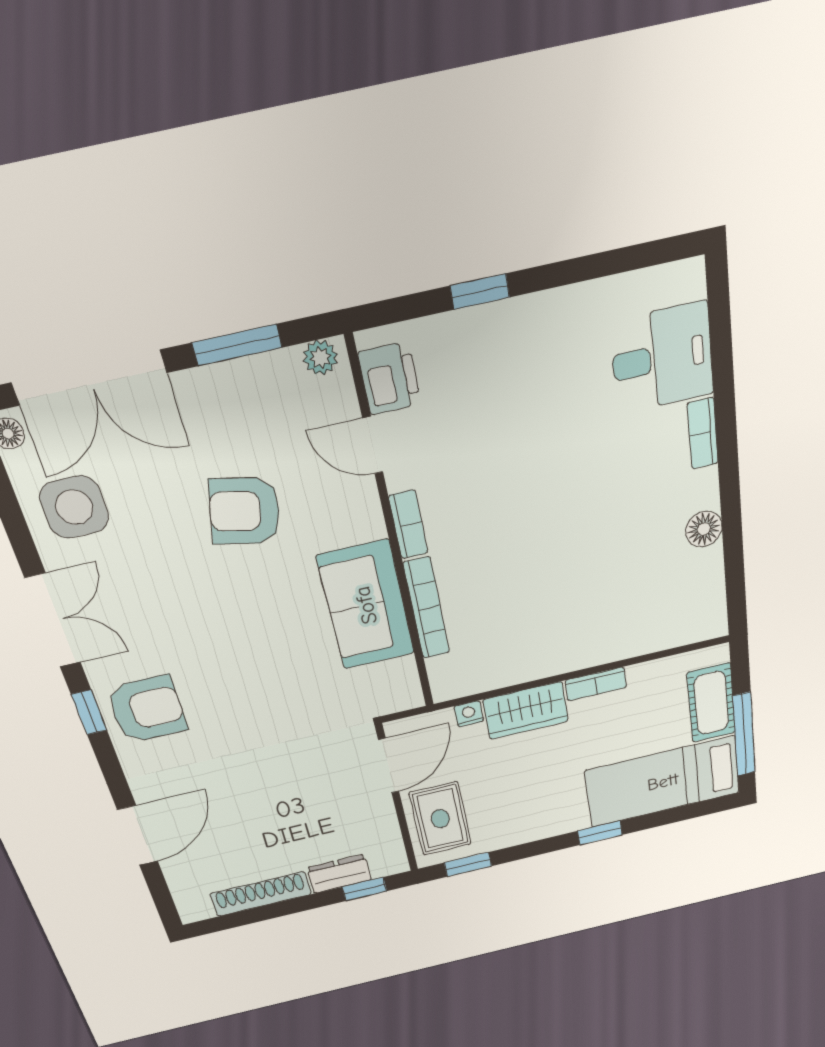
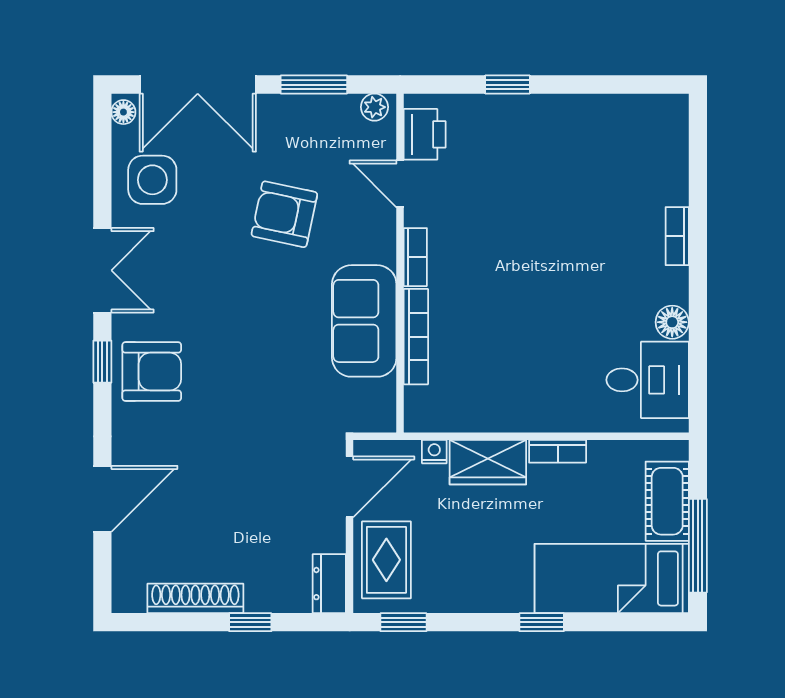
desk: (662, 358) -> (648, 380), moved
dresser: (339, 874) -> (329, 584), moved, turned -90
window: (365, 889) -> (250, 622), moved

